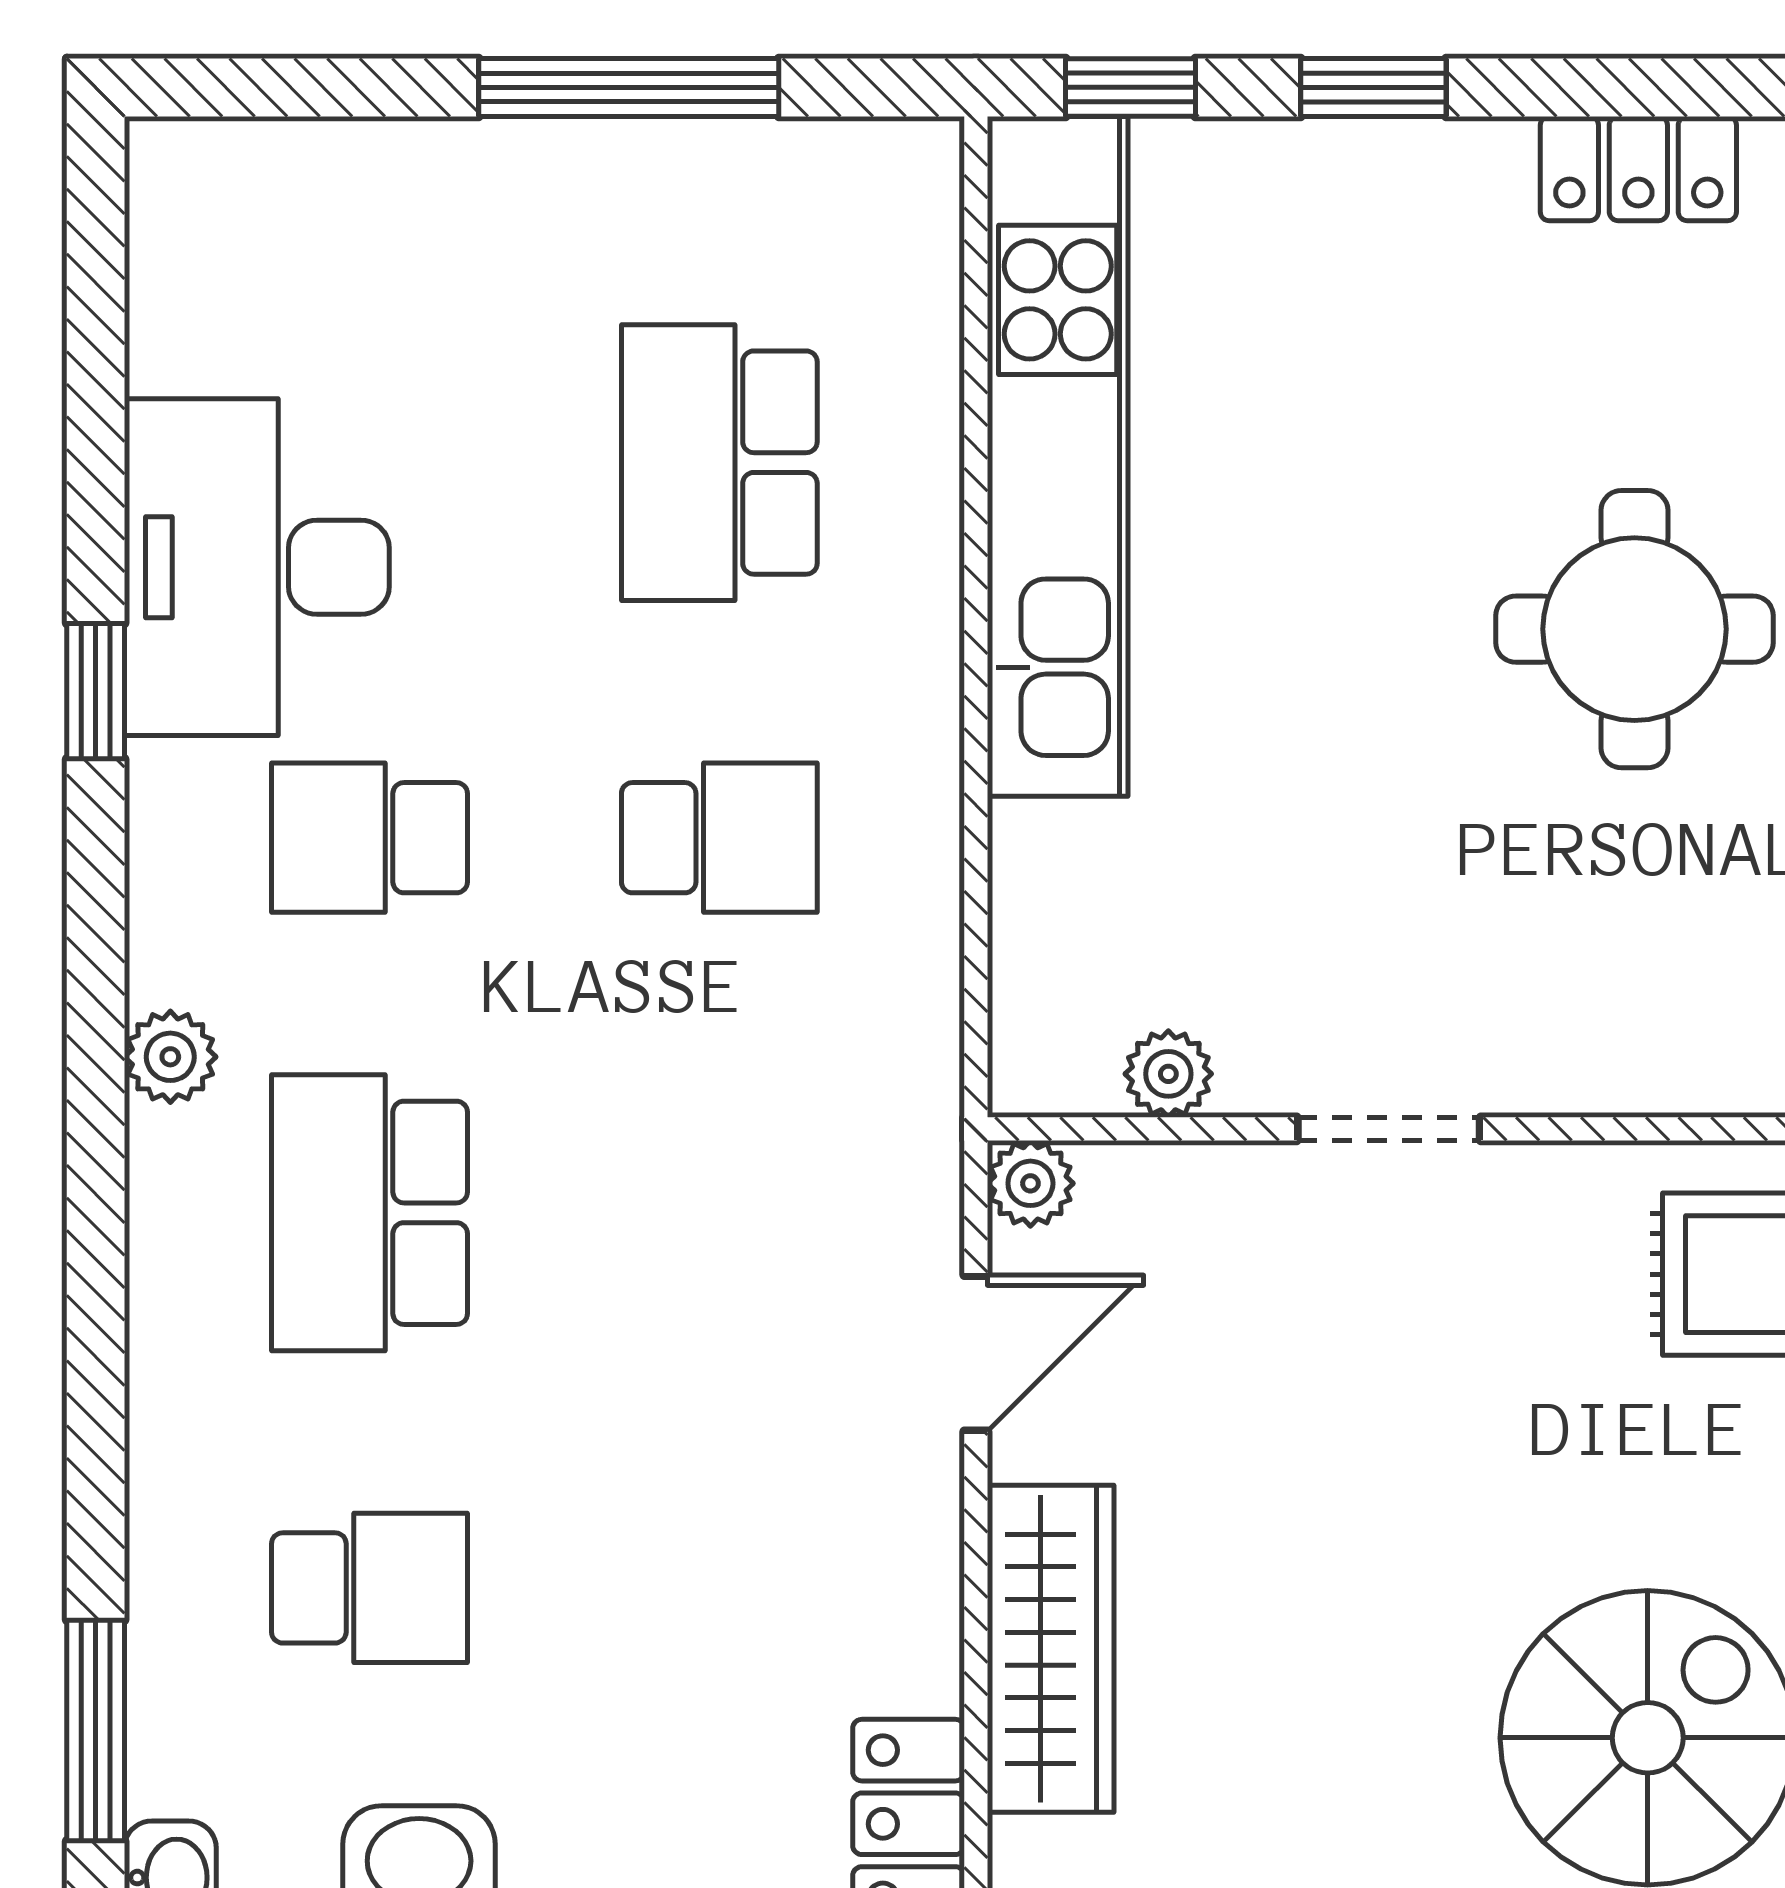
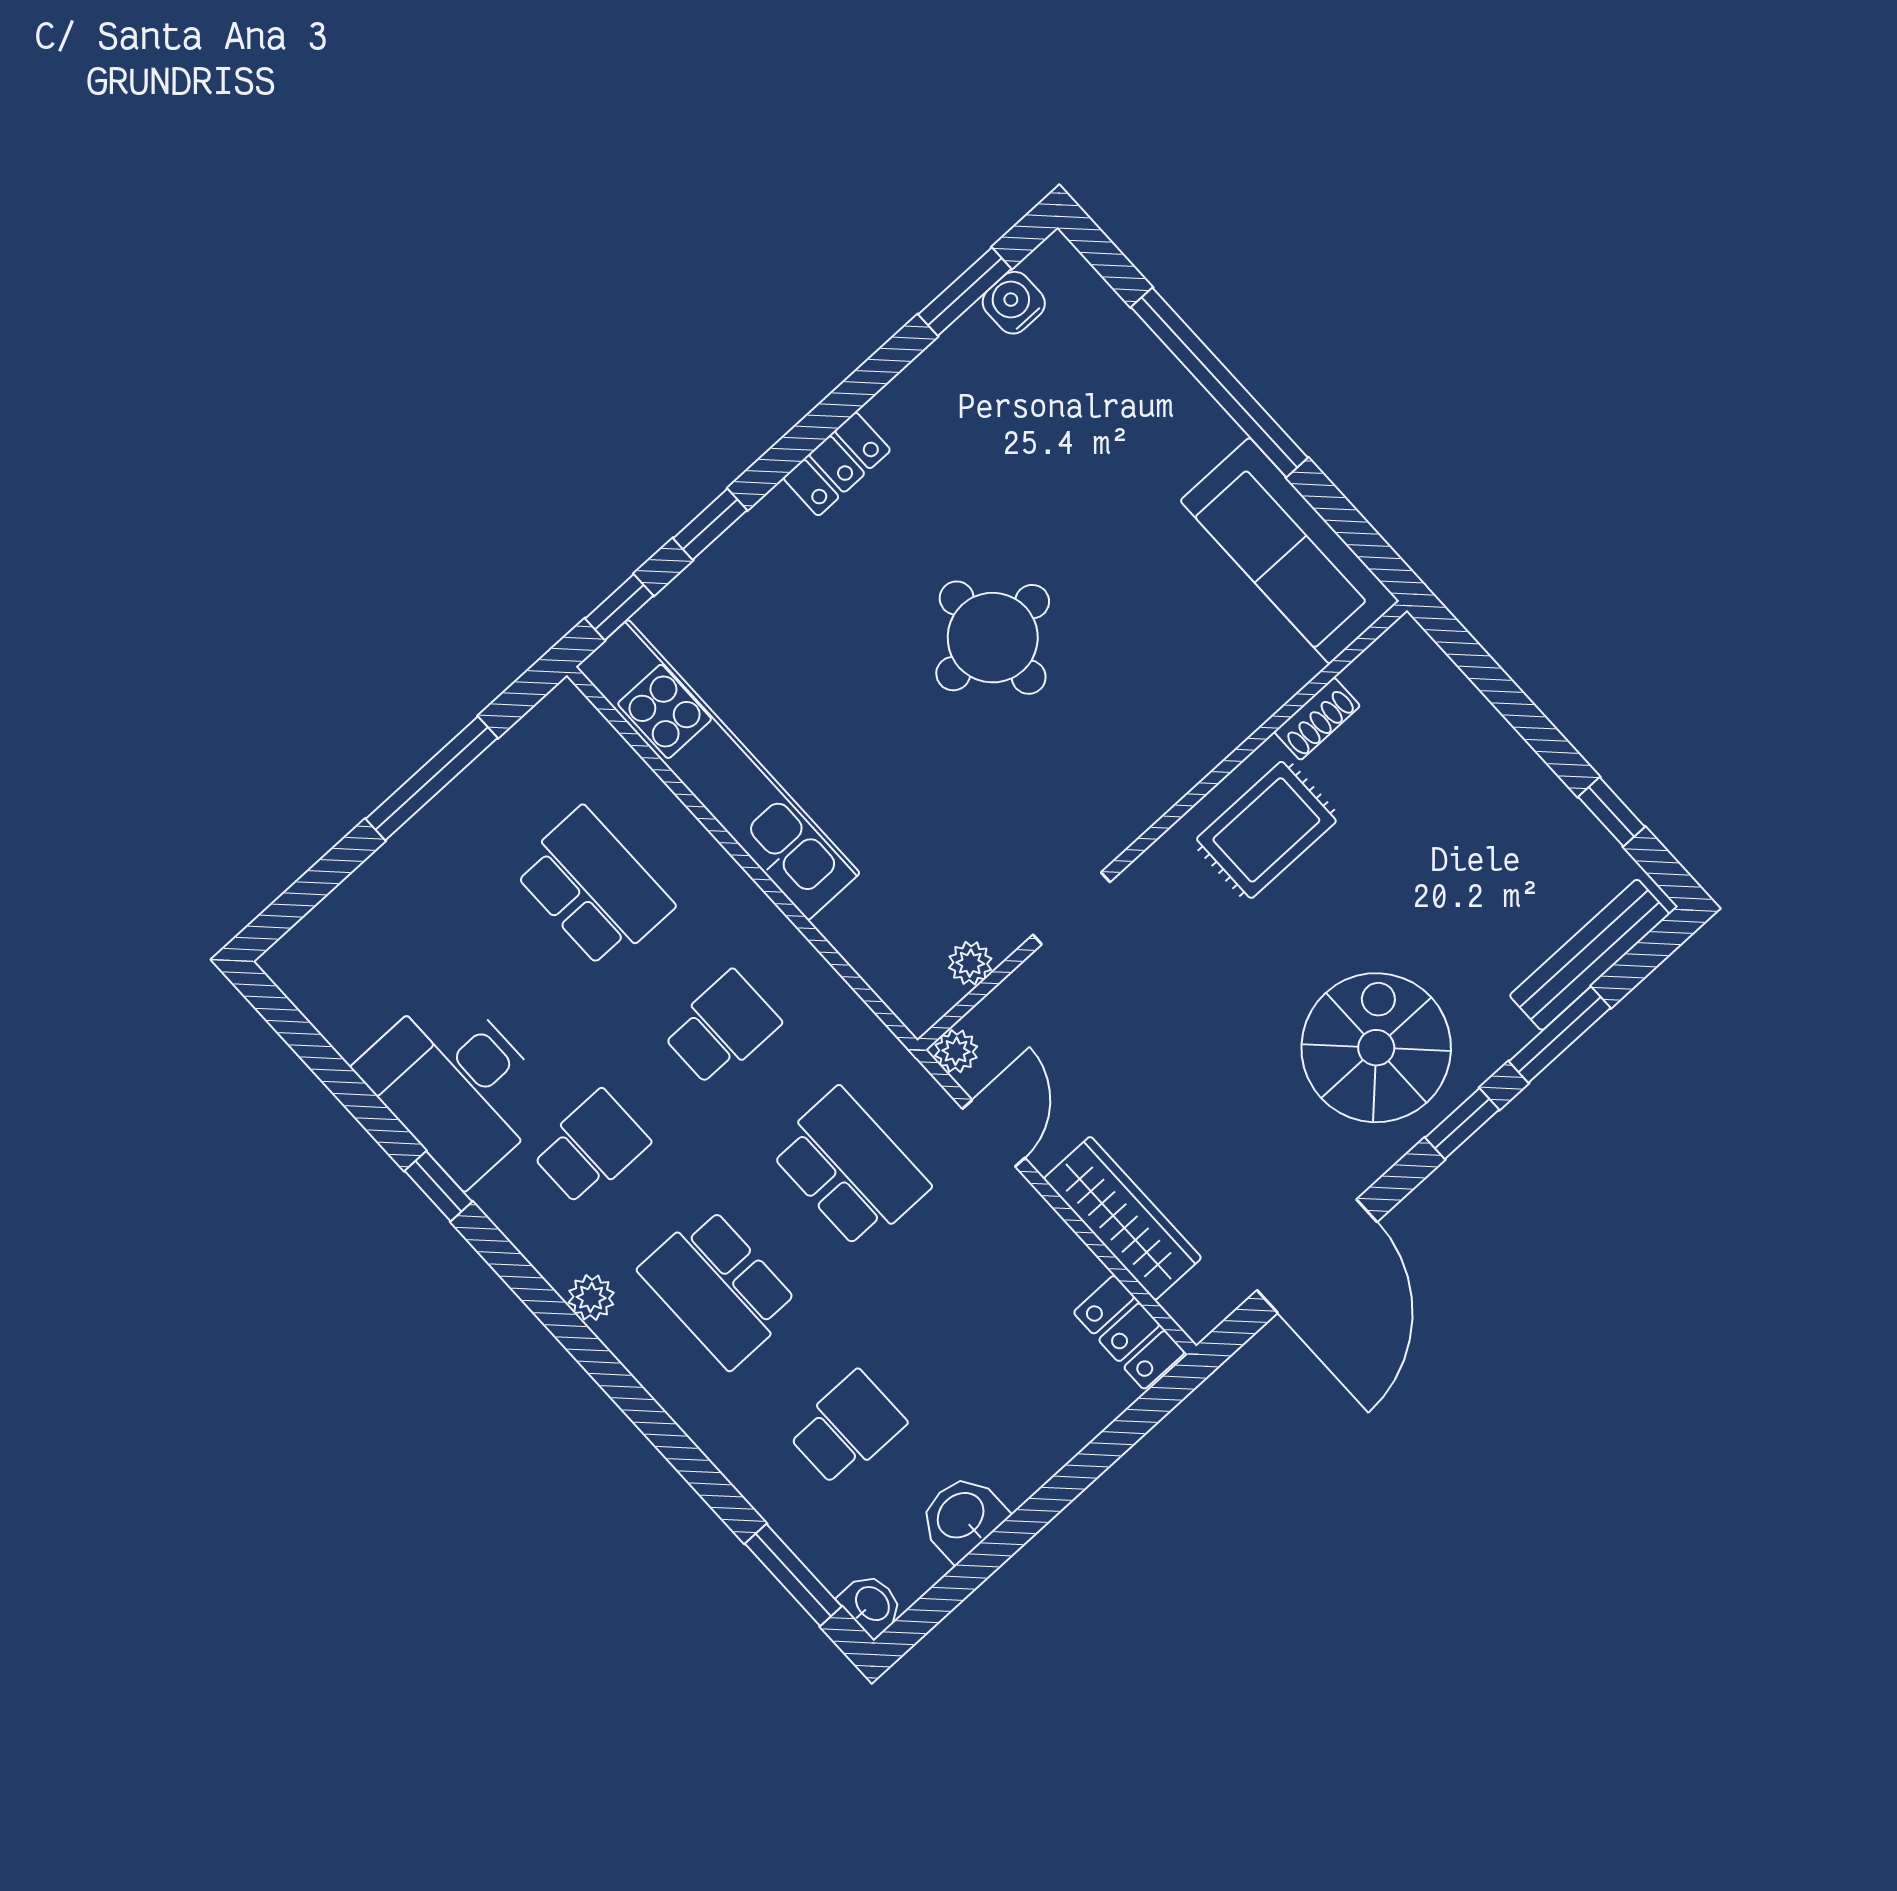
school desk: (719, 463) -> (594, 888), turned 180
school desk: (370, 838) -> (591, 1148), turned 180
school desk: (719, 1213) -> (850, 1168), added

